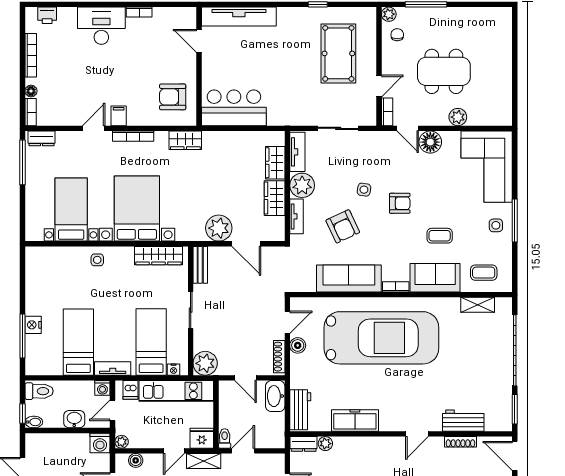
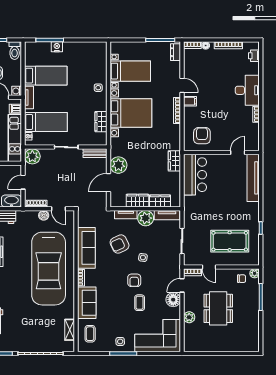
wardrobe: (185, 140) -> (174, 161), moved
coffee table: (440, 236) -> (140, 303), moved
wardrobe: (159, 256) -> (101, 122), width x0.67

